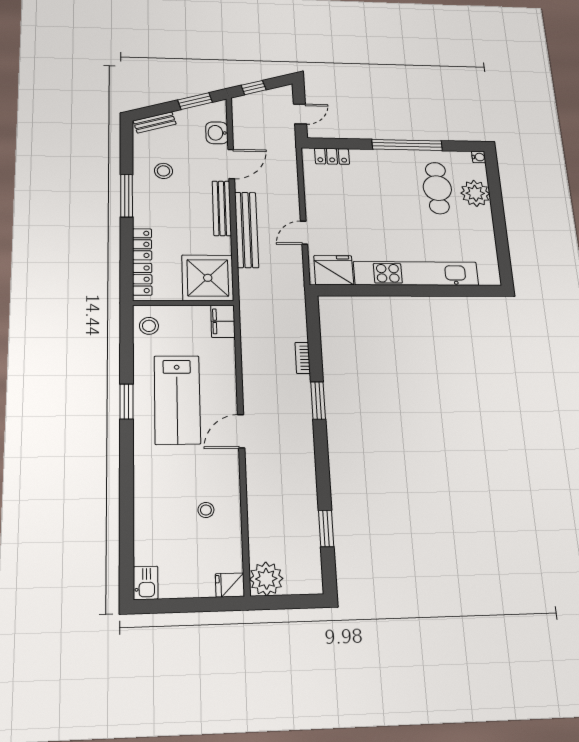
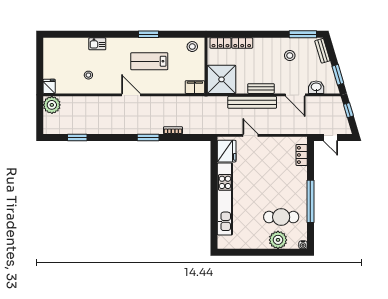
window: (127, 196) -> (303, 34), moved
bench: (222, 208) -> (261, 89), width x0.73
lab bench: (177, 400) -> (149, 61), width x0.73, depth x0.72
kitchen sink: (146, 583) -> (97, 44), moved

